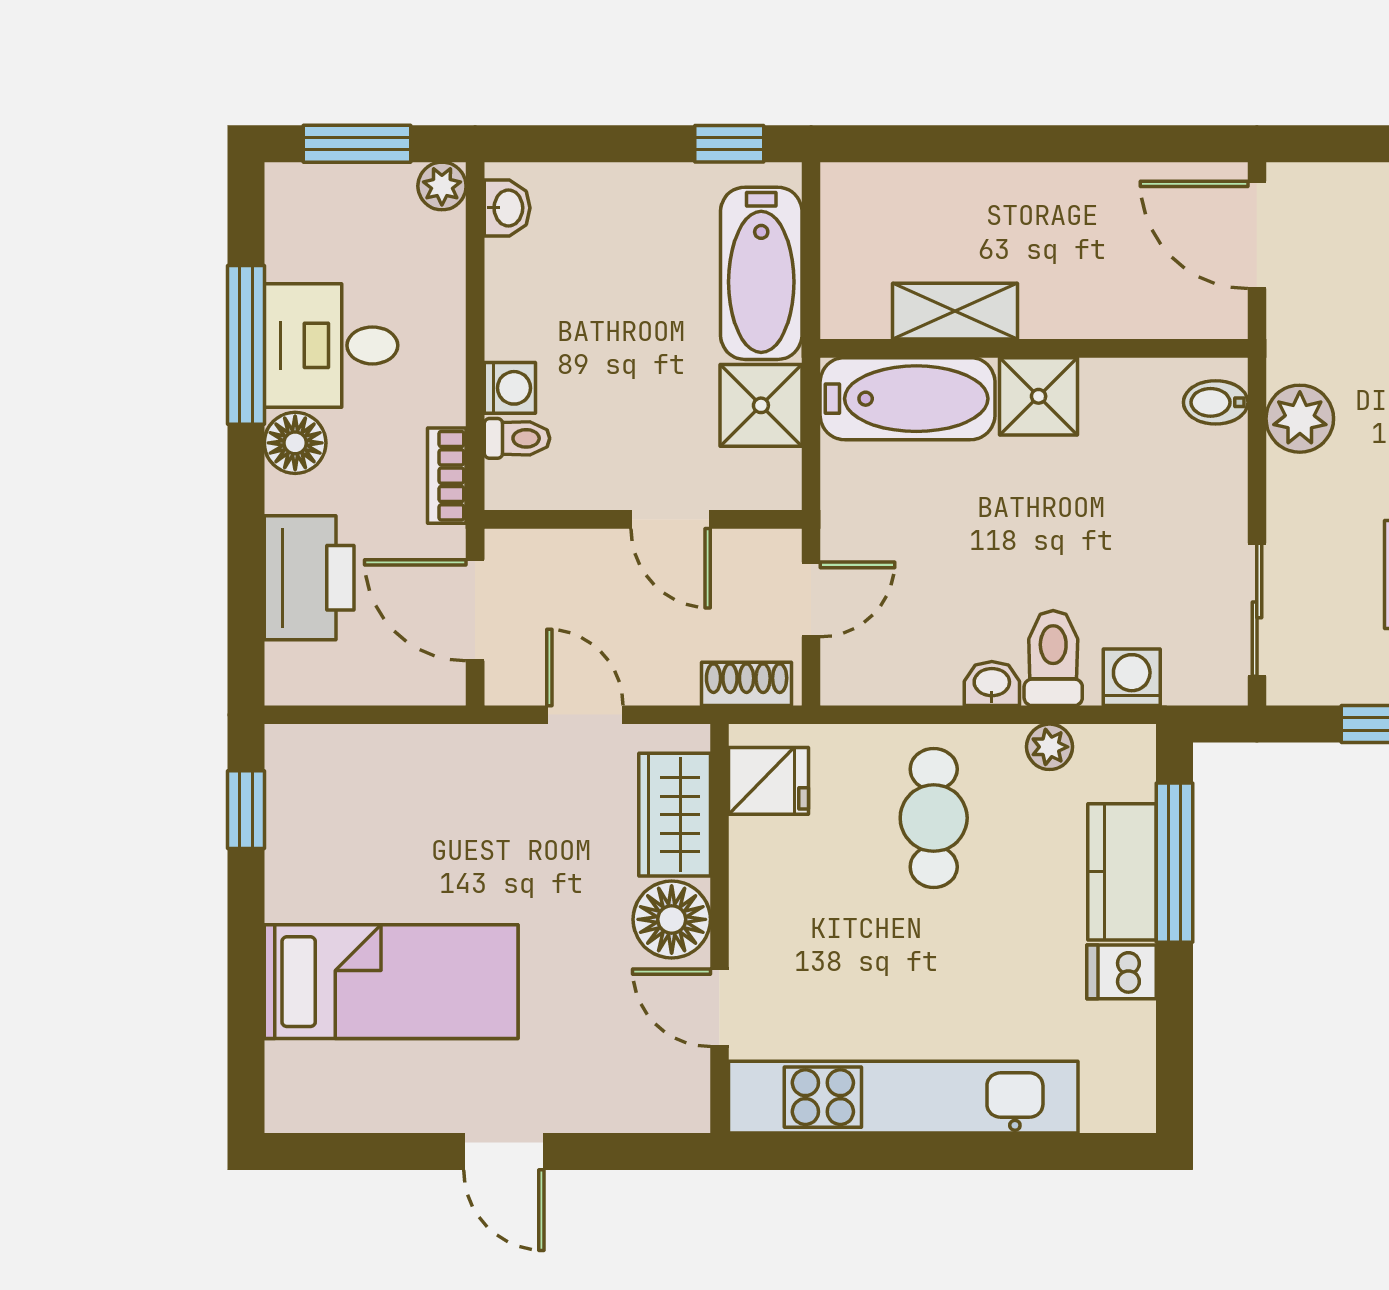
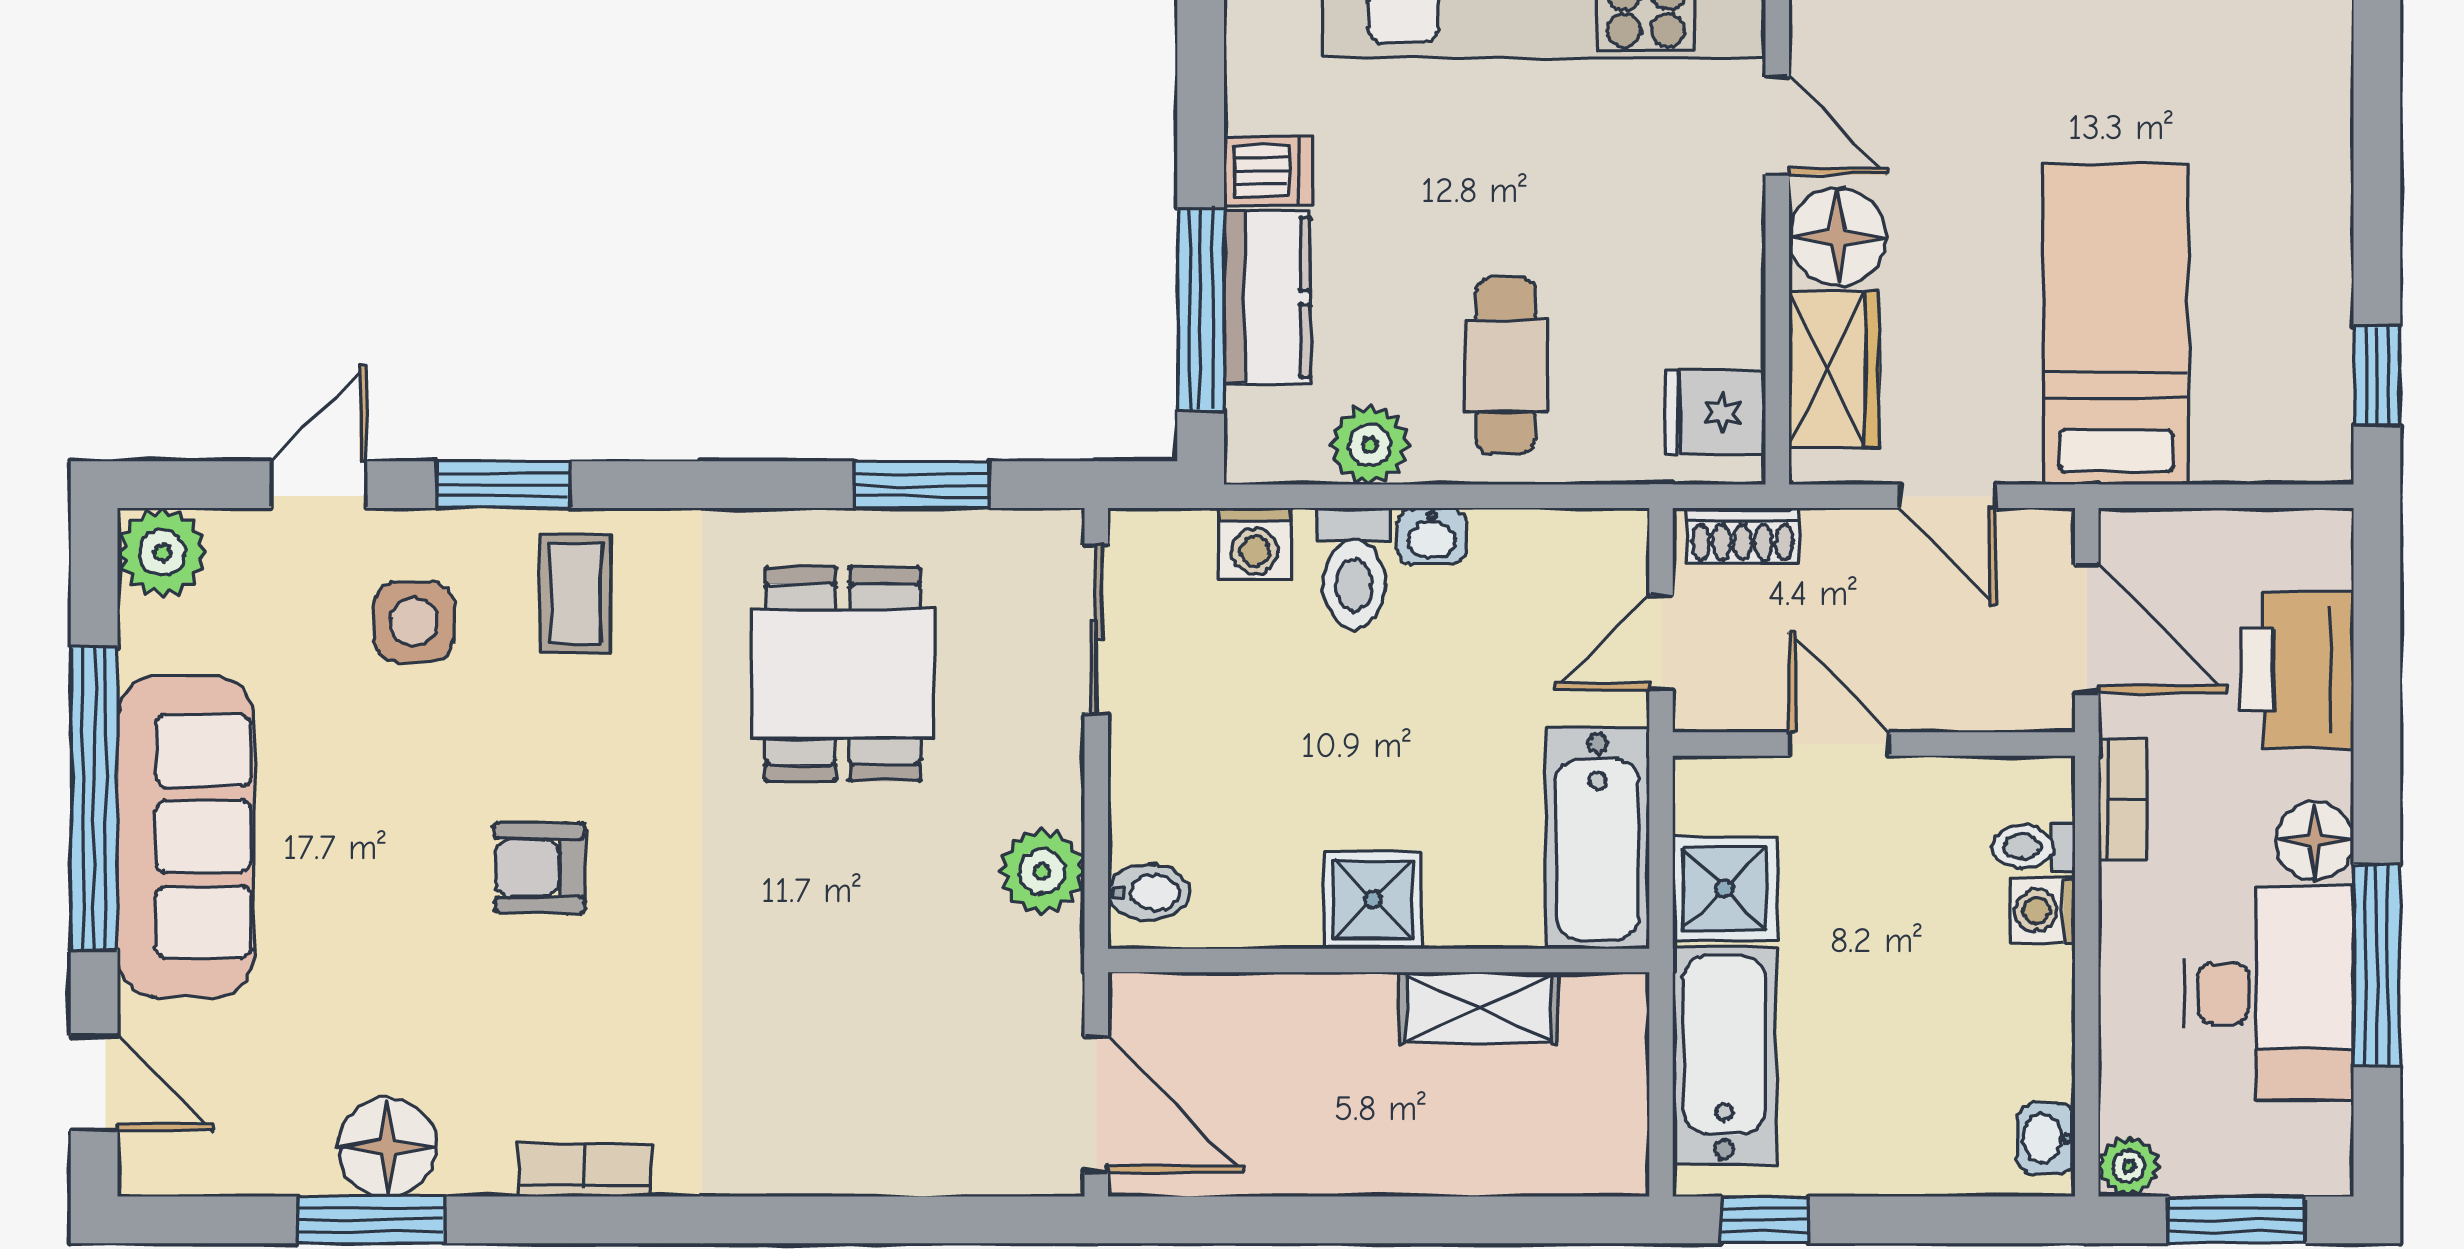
desk: (331, 345) -> (2269, 993), width x1.37
bathtub: (908, 399) -> (1597, 838), moved, turned -90
plant: (1049, 747) -> (1370, 445), width x1.38, depth x1.38
bed: (391, 982) -> (2116, 324), moved, turned 90

